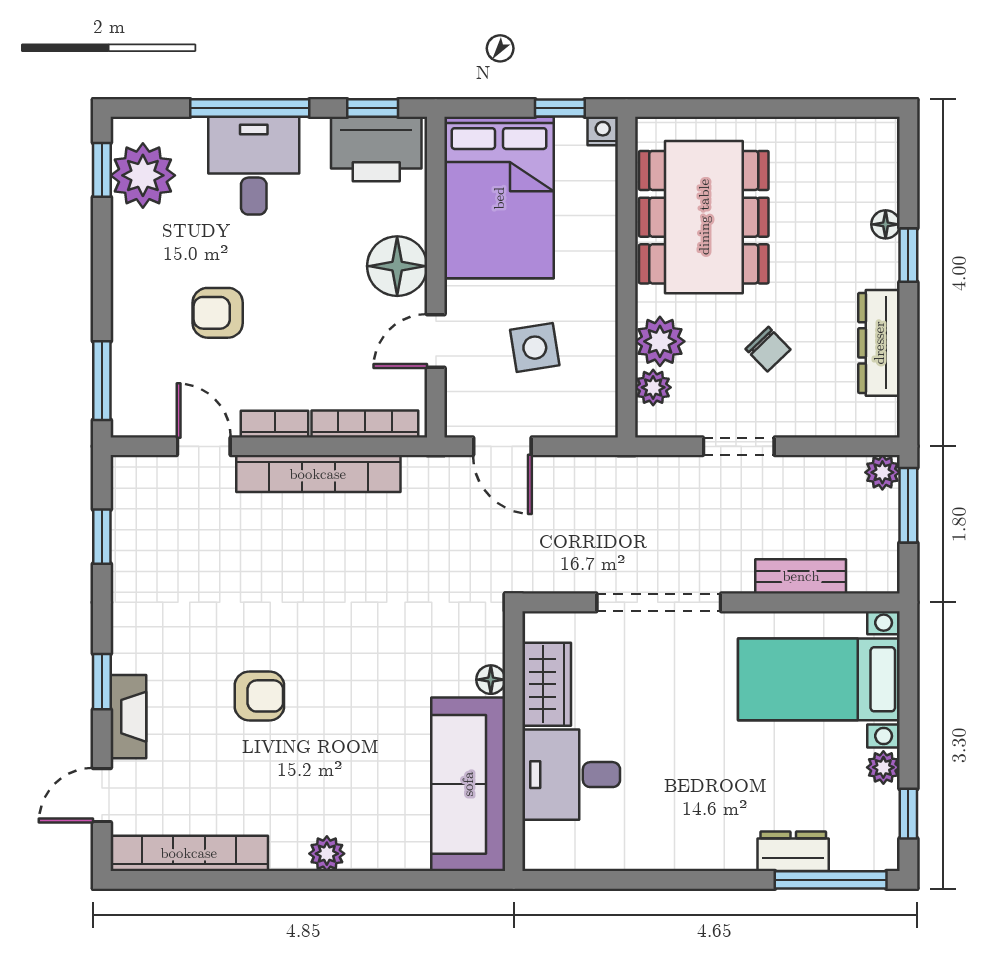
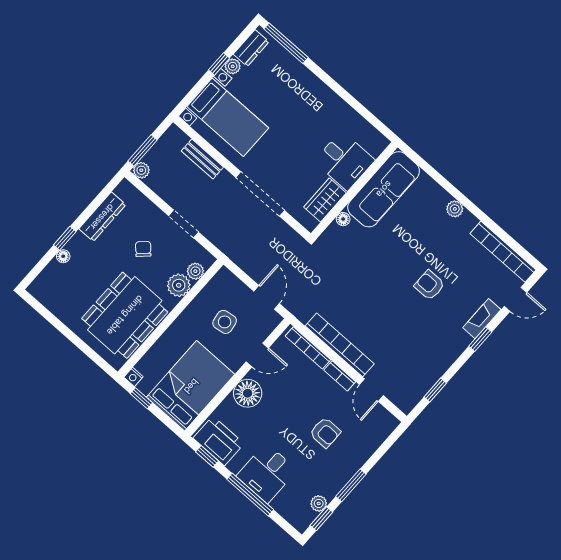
plant: (143, 175) -> (319, 503), width x0.53, depth x0.53
window: (102, 381) -> (351, 485), moved
window: (908, 814) -> (219, 64), moved
dresser: (793, 851) -> (251, 48), moved, turned -90

